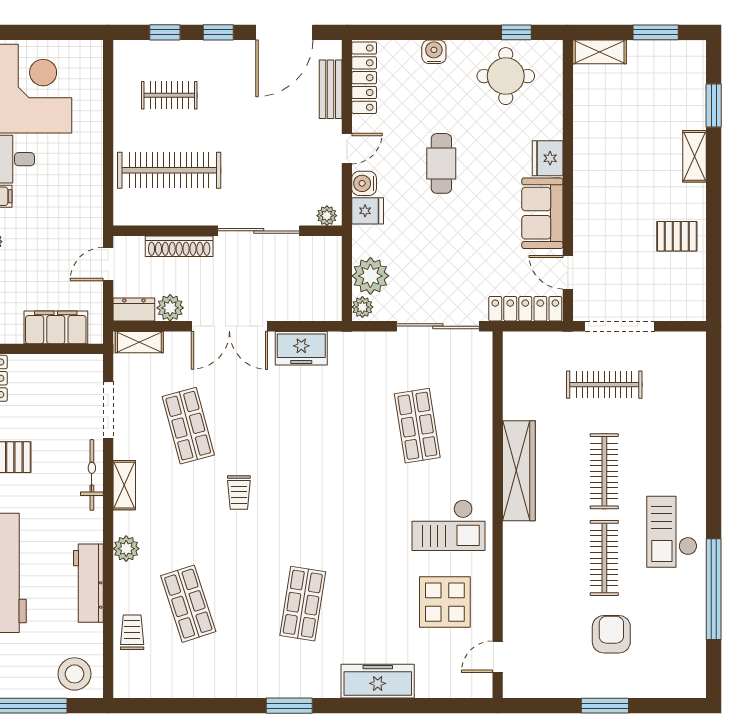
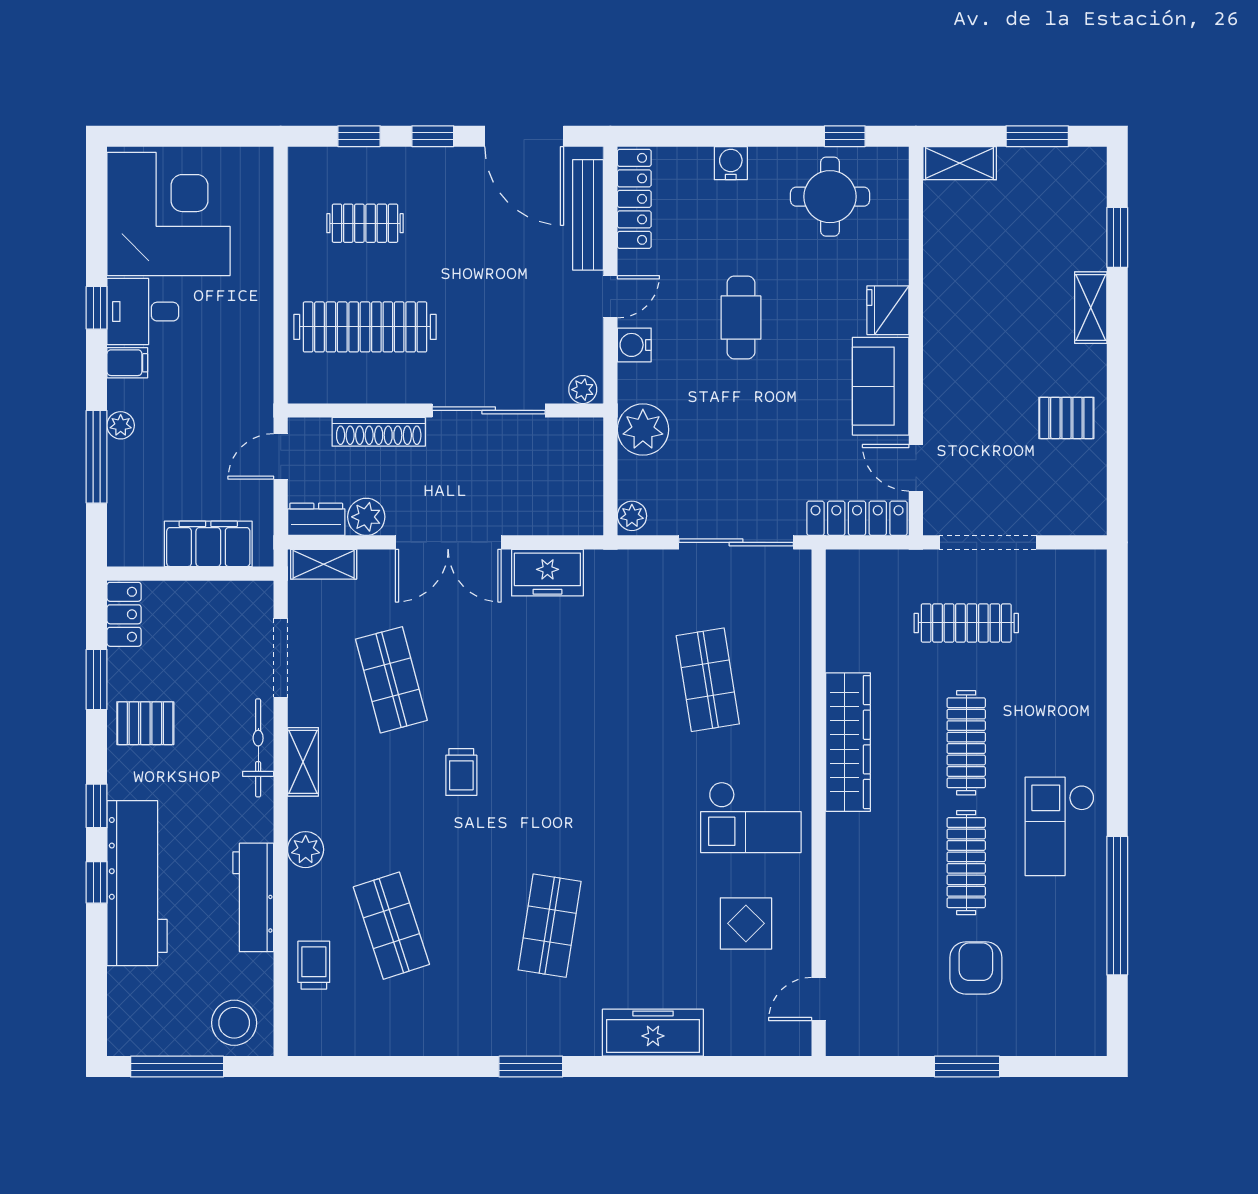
door: (284, 32) -> (524, 136), hinge flipped
bench: (331, 89) -> (588, 215), width x1.36
fridge: (368, 211) -> (639, 383), removed
plant: (370, 276) -> (643, 430), moved
display table: (445, 602) -> (746, 923), width x0.73, depth x0.73

